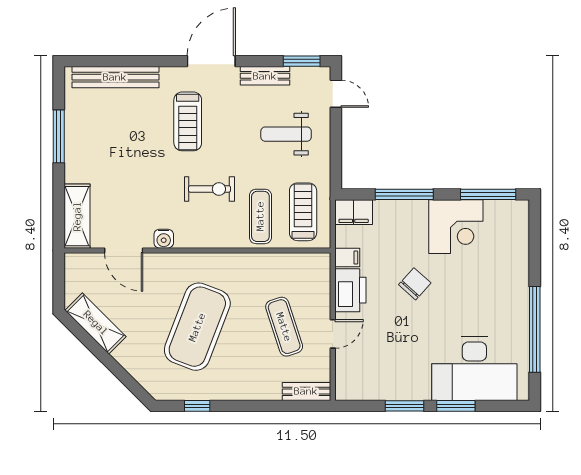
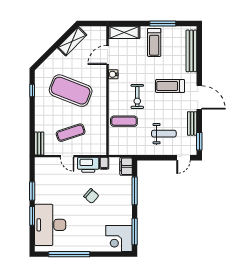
weight bench: (286, 134) -> (164, 134), turned 90
treadmill: (303, 212) -> (154, 42), moved, turned 90
corner desk: (456, 227) -> (119, 238), moved

